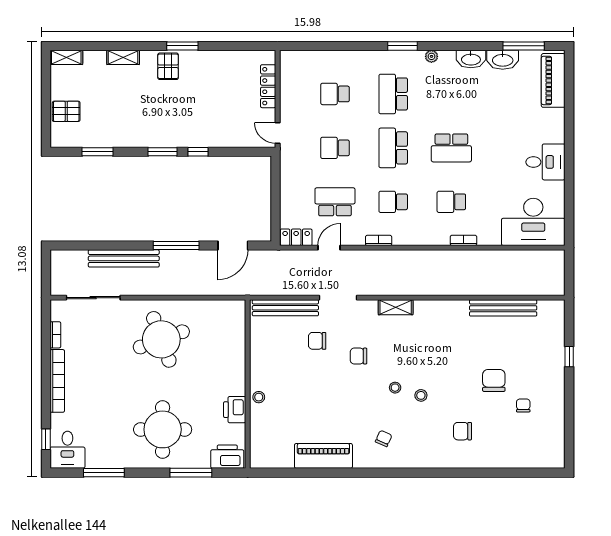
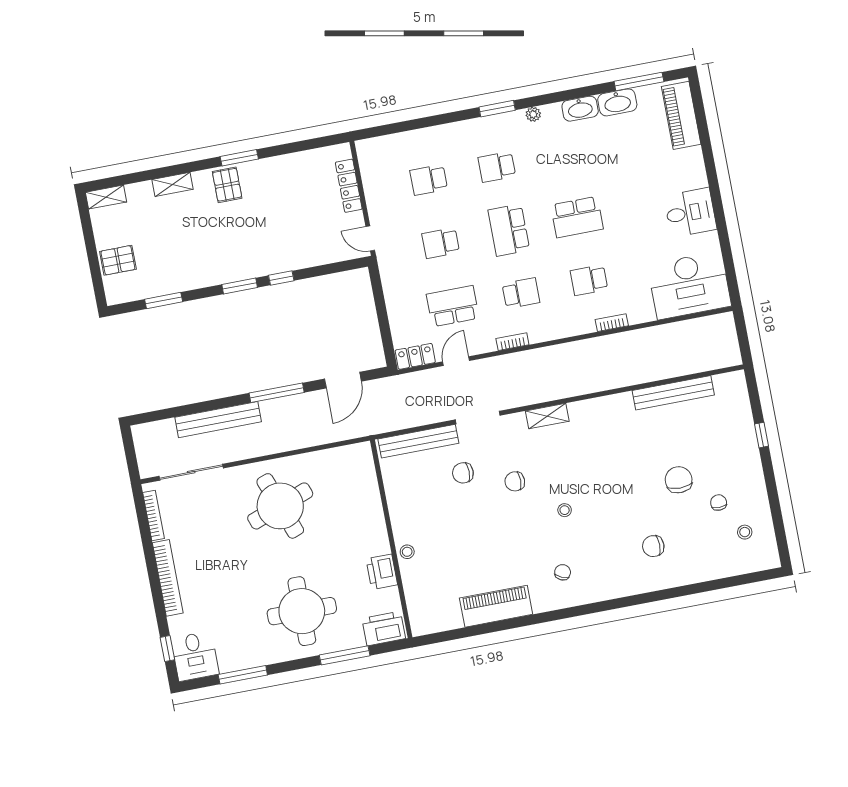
school desk: (393, 94) -> (497, 167), width x0.54
school desk: (393, 202) -> (521, 293), turned 180
bookcase: (55, 335) -> (154, 516), width x1.56
stool: (421, 395) -> (745, 532), moved

